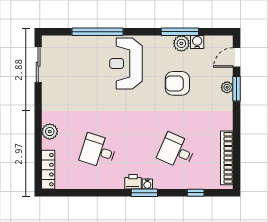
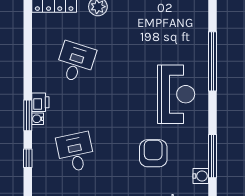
plant: (181, 43) -> (199, 158), removed
reception desk: (126, 63) -> (176, 94), turned 90
desk: (176, 151) -> (76, 152), turned -36
window: (196, 193) -> (28, 158), moved

